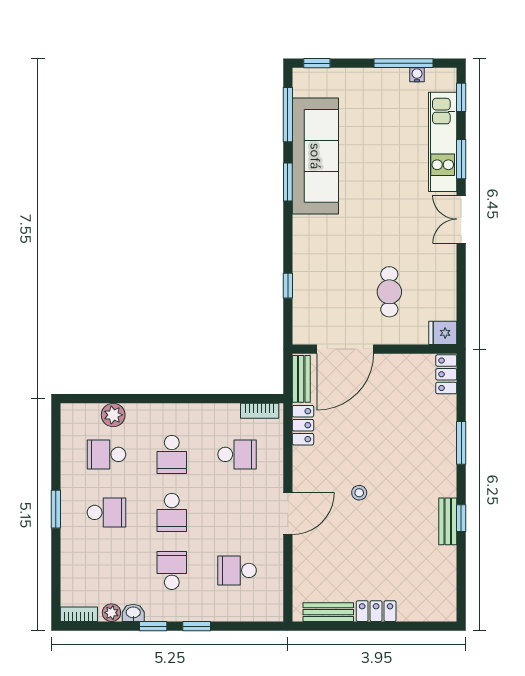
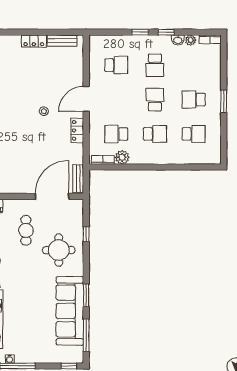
round table: (334, 259) -> (59, 250), added
plant: (113, 415) -> (122, 157), moved
locker: (303, 425) -> (77, 130), moved
school desk: (172, 454) -> (155, 134), turned 90

